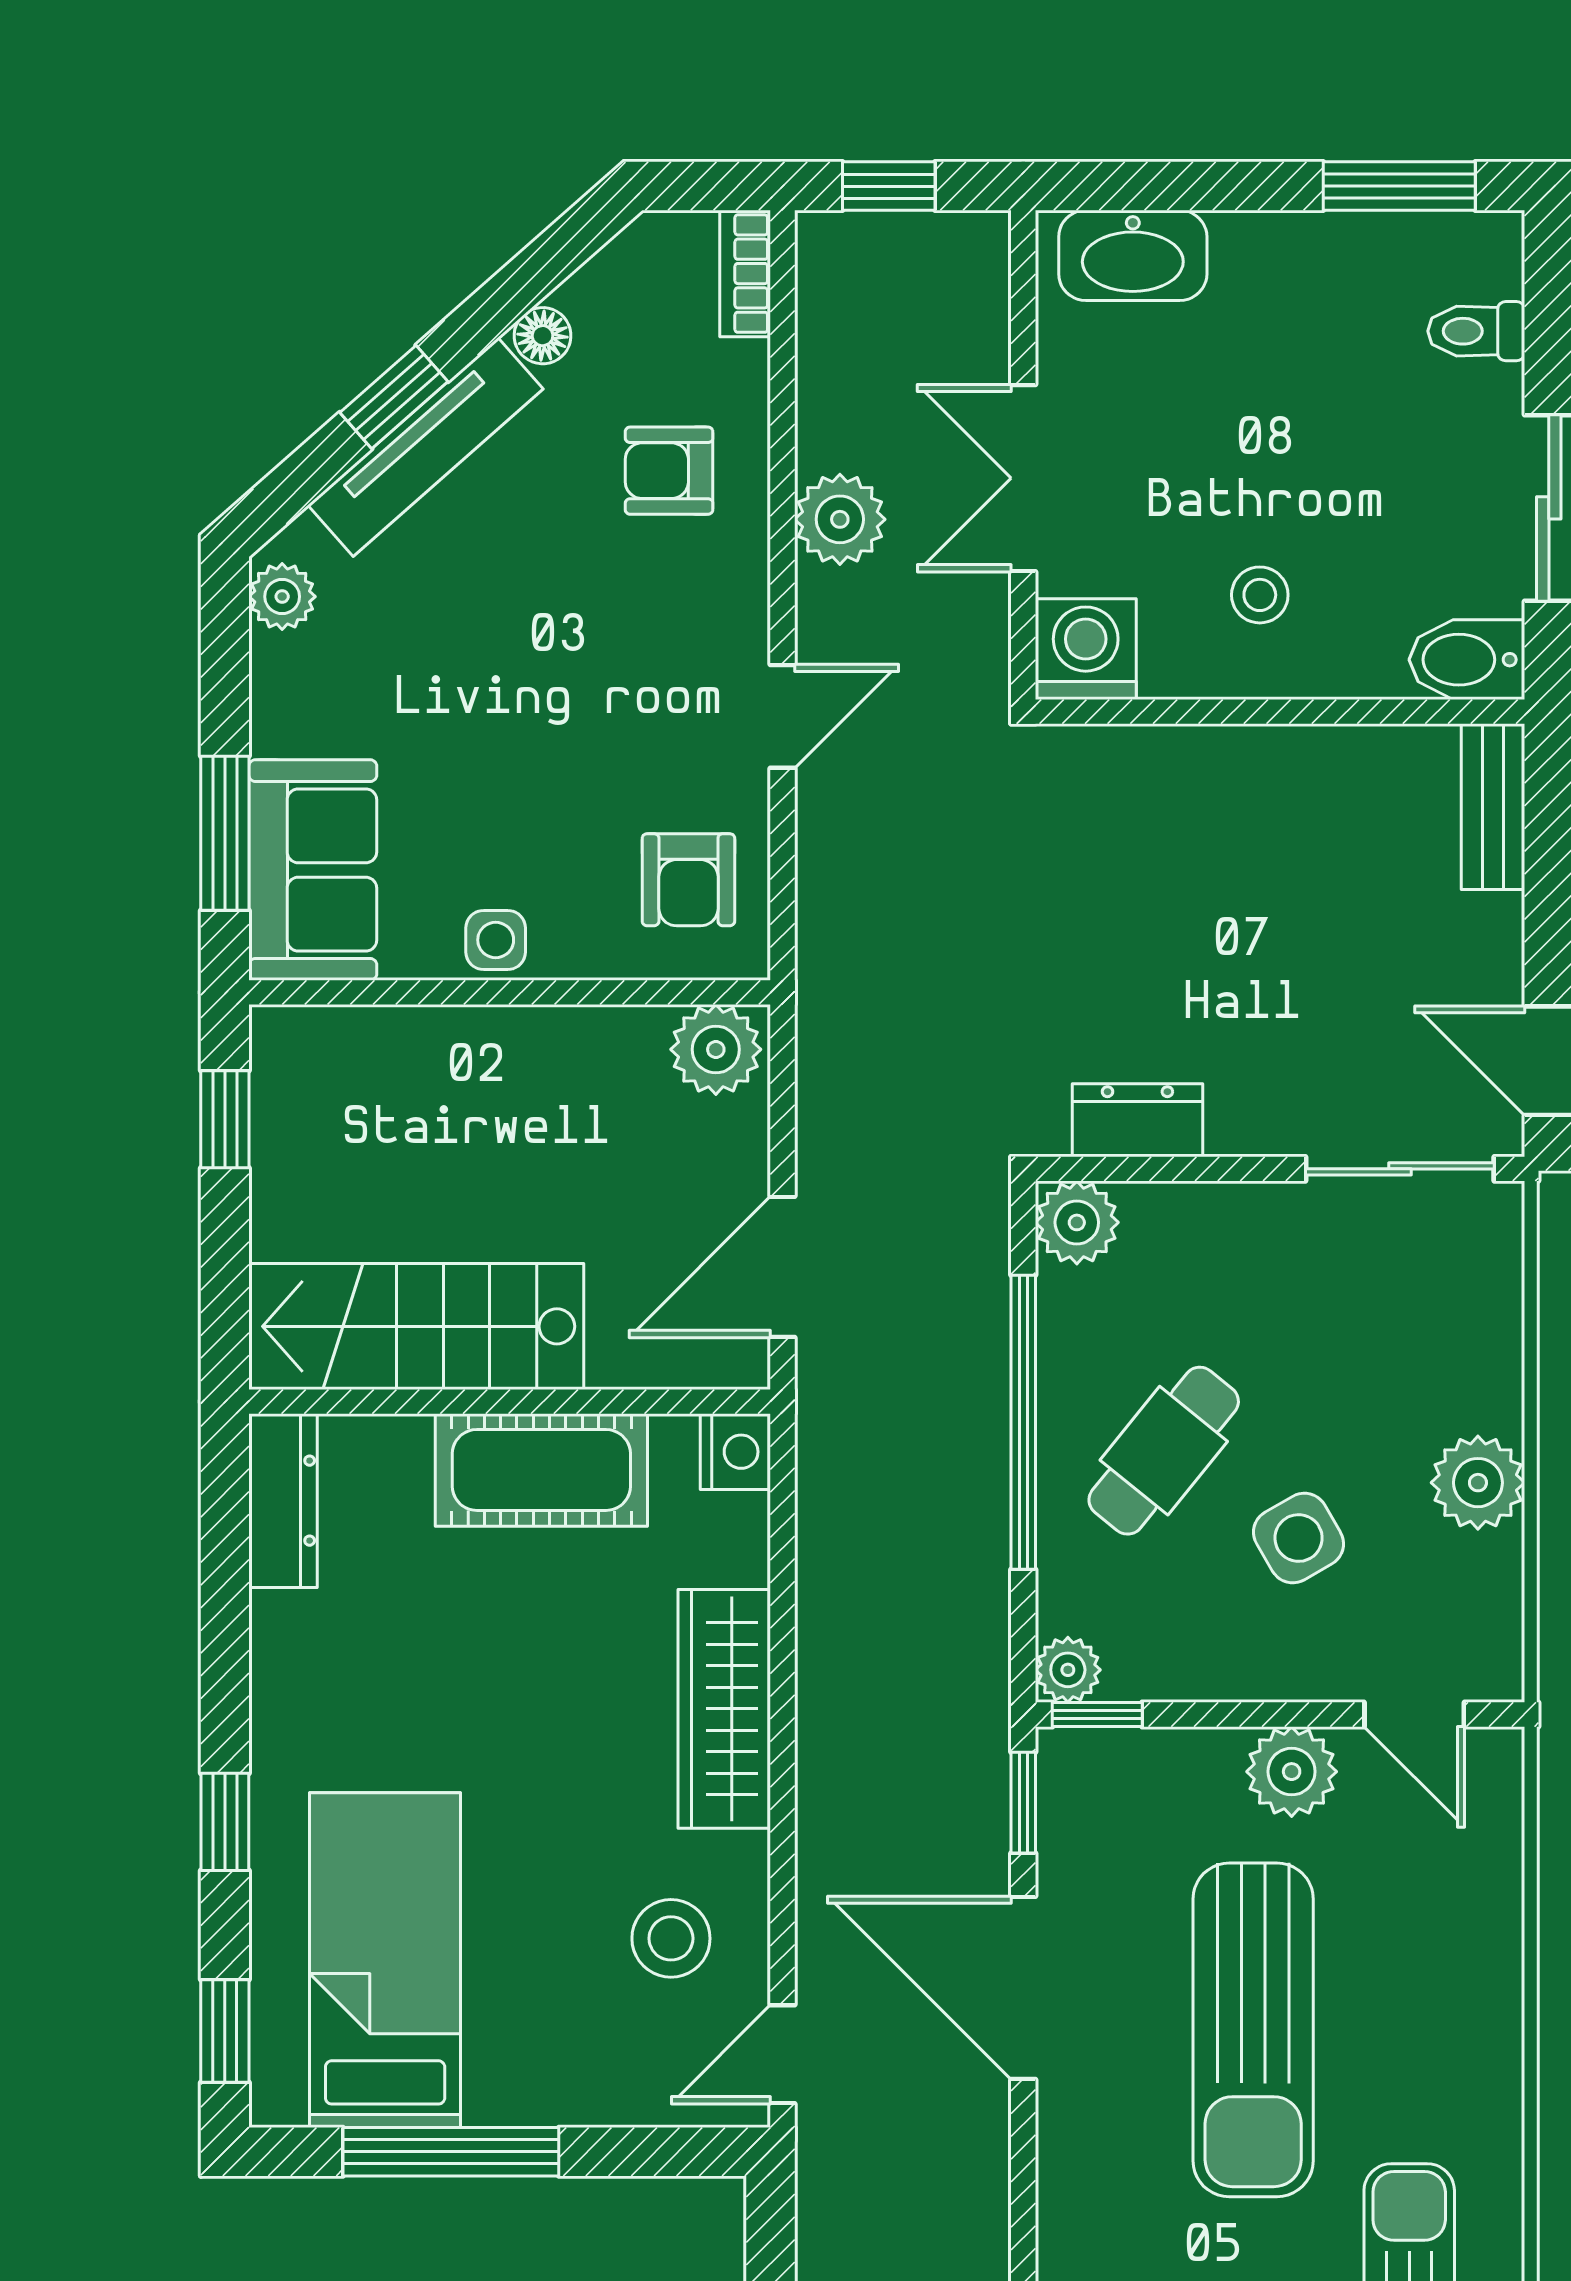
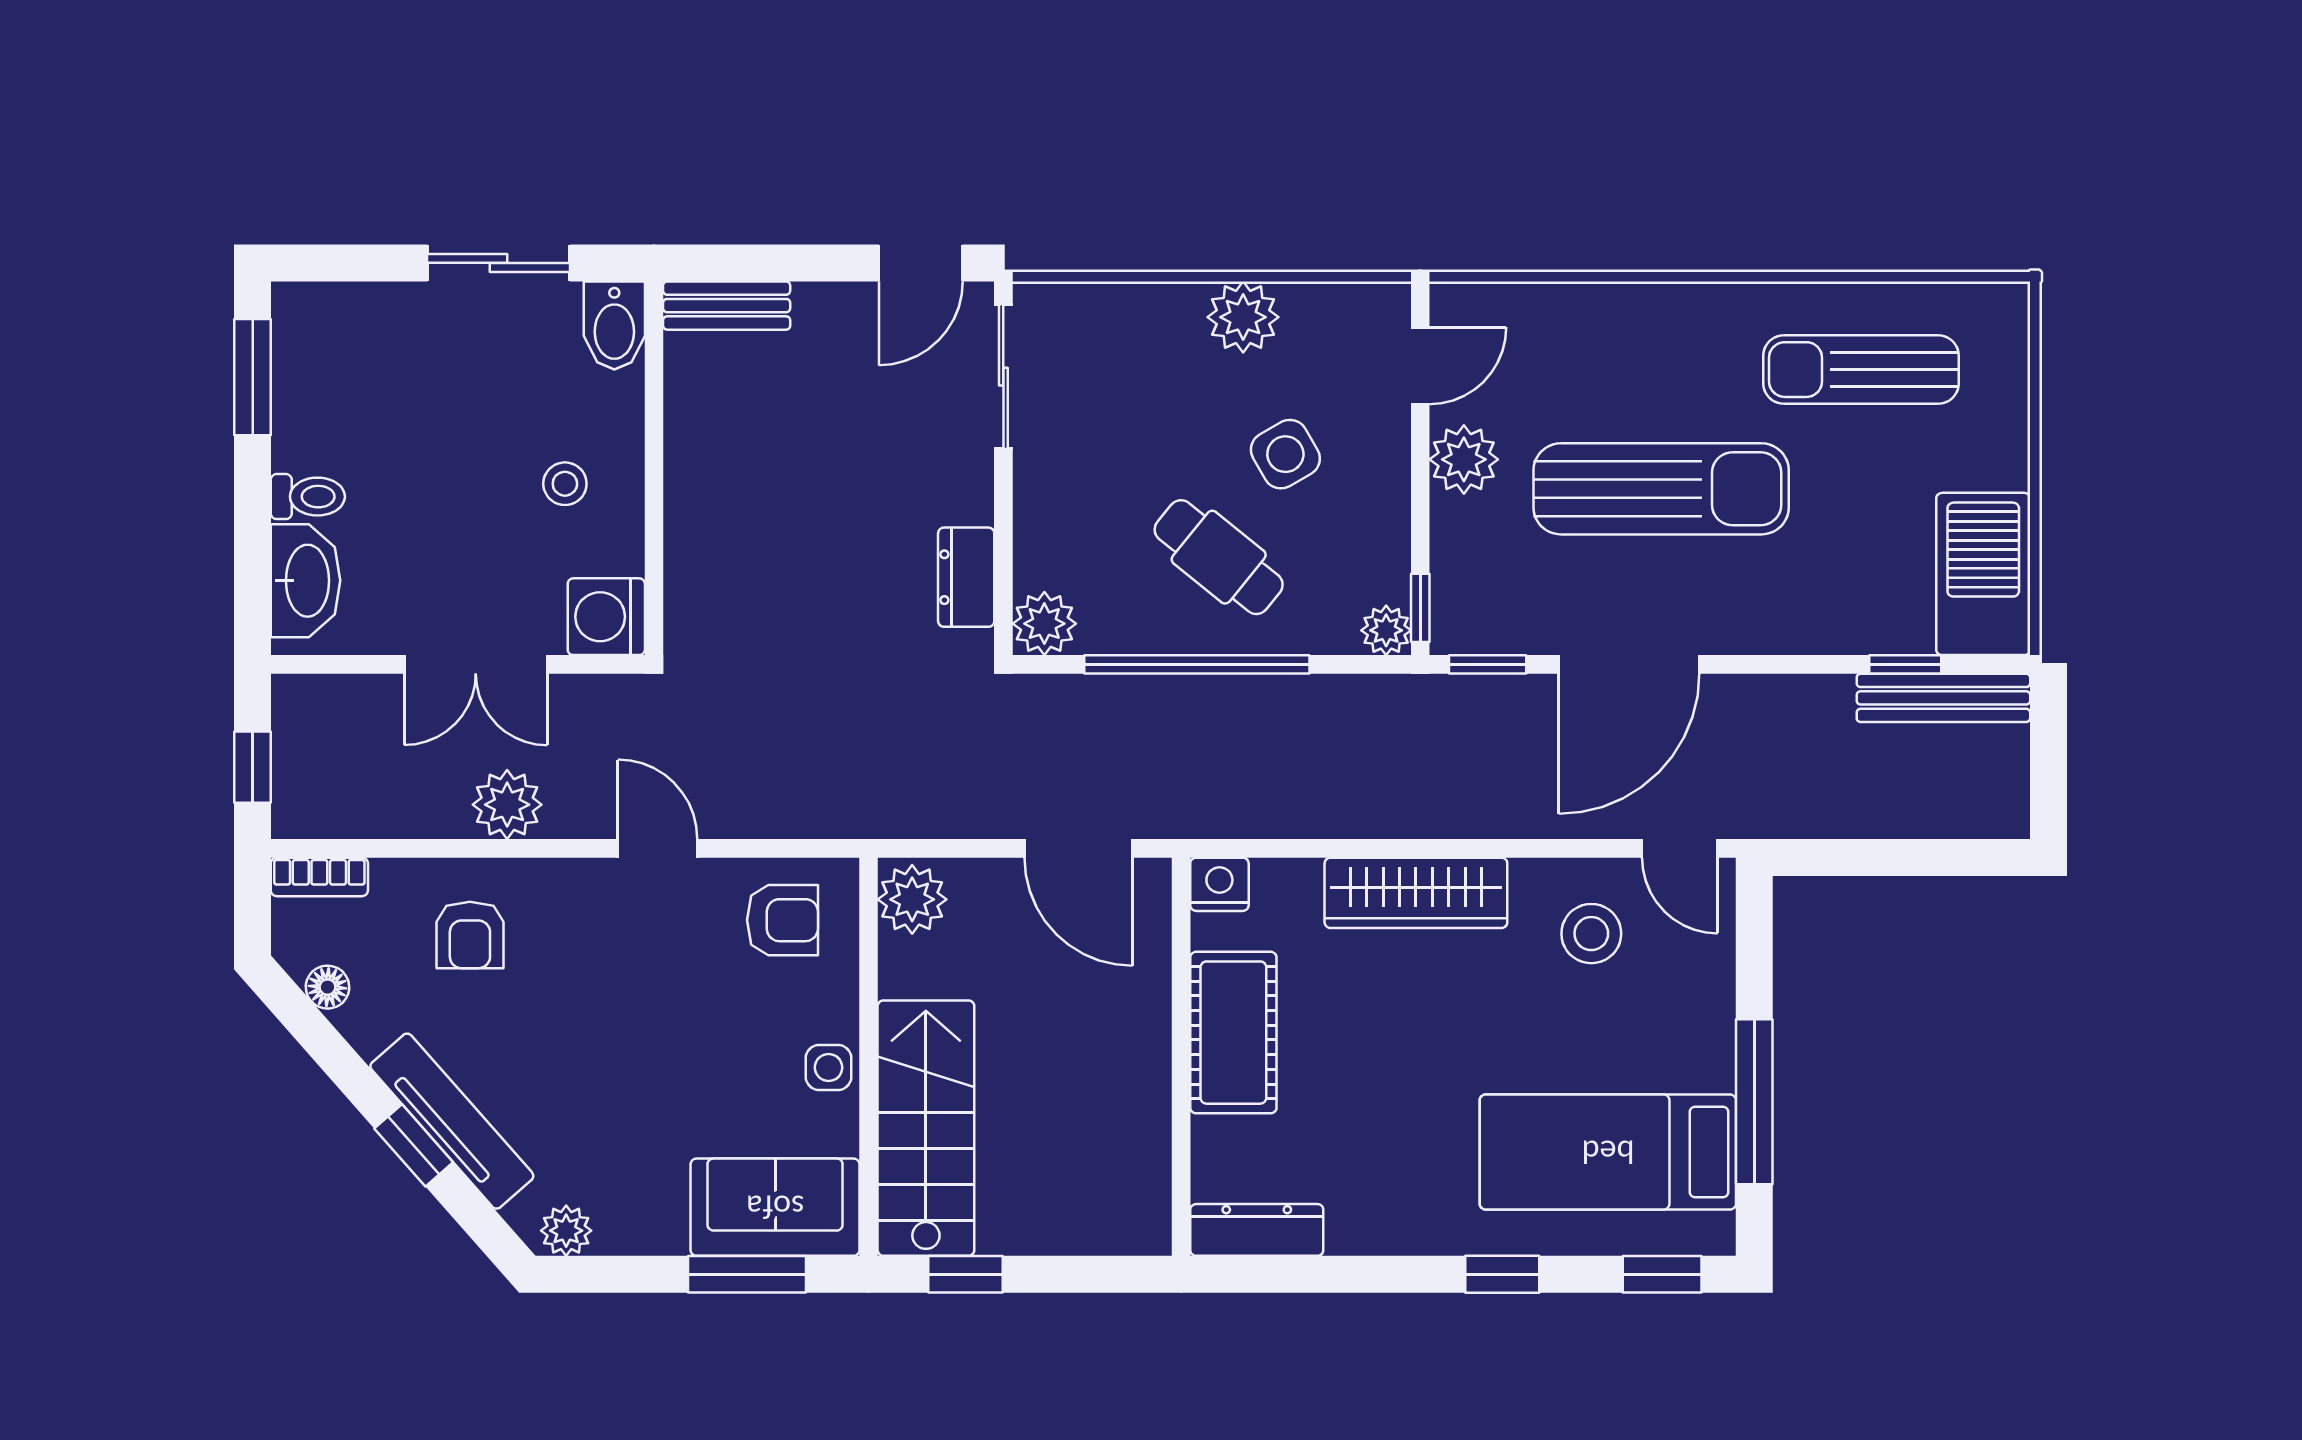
toilet: (1476, 331) -> (308, 497), moved, turned -90
floor lamp: (543, 336) -> (327, 987), moved
stairs: (416, 1326) -> (926, 1128), moved, turned 180

